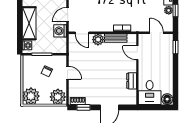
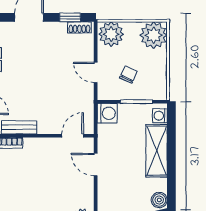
door: (68, 15) -> (96, 164), swing flipped
washing machine: (60, 31) -> (107, 113), moved
door: (82, 33) -> (73, 136), hinge flipped
plant: (98, 40) -> (47, 125), removed

